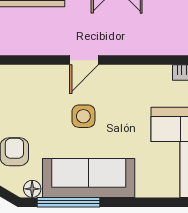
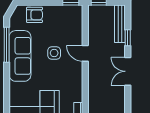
floor lamp: (32, 189) -> (14, 25), removed

